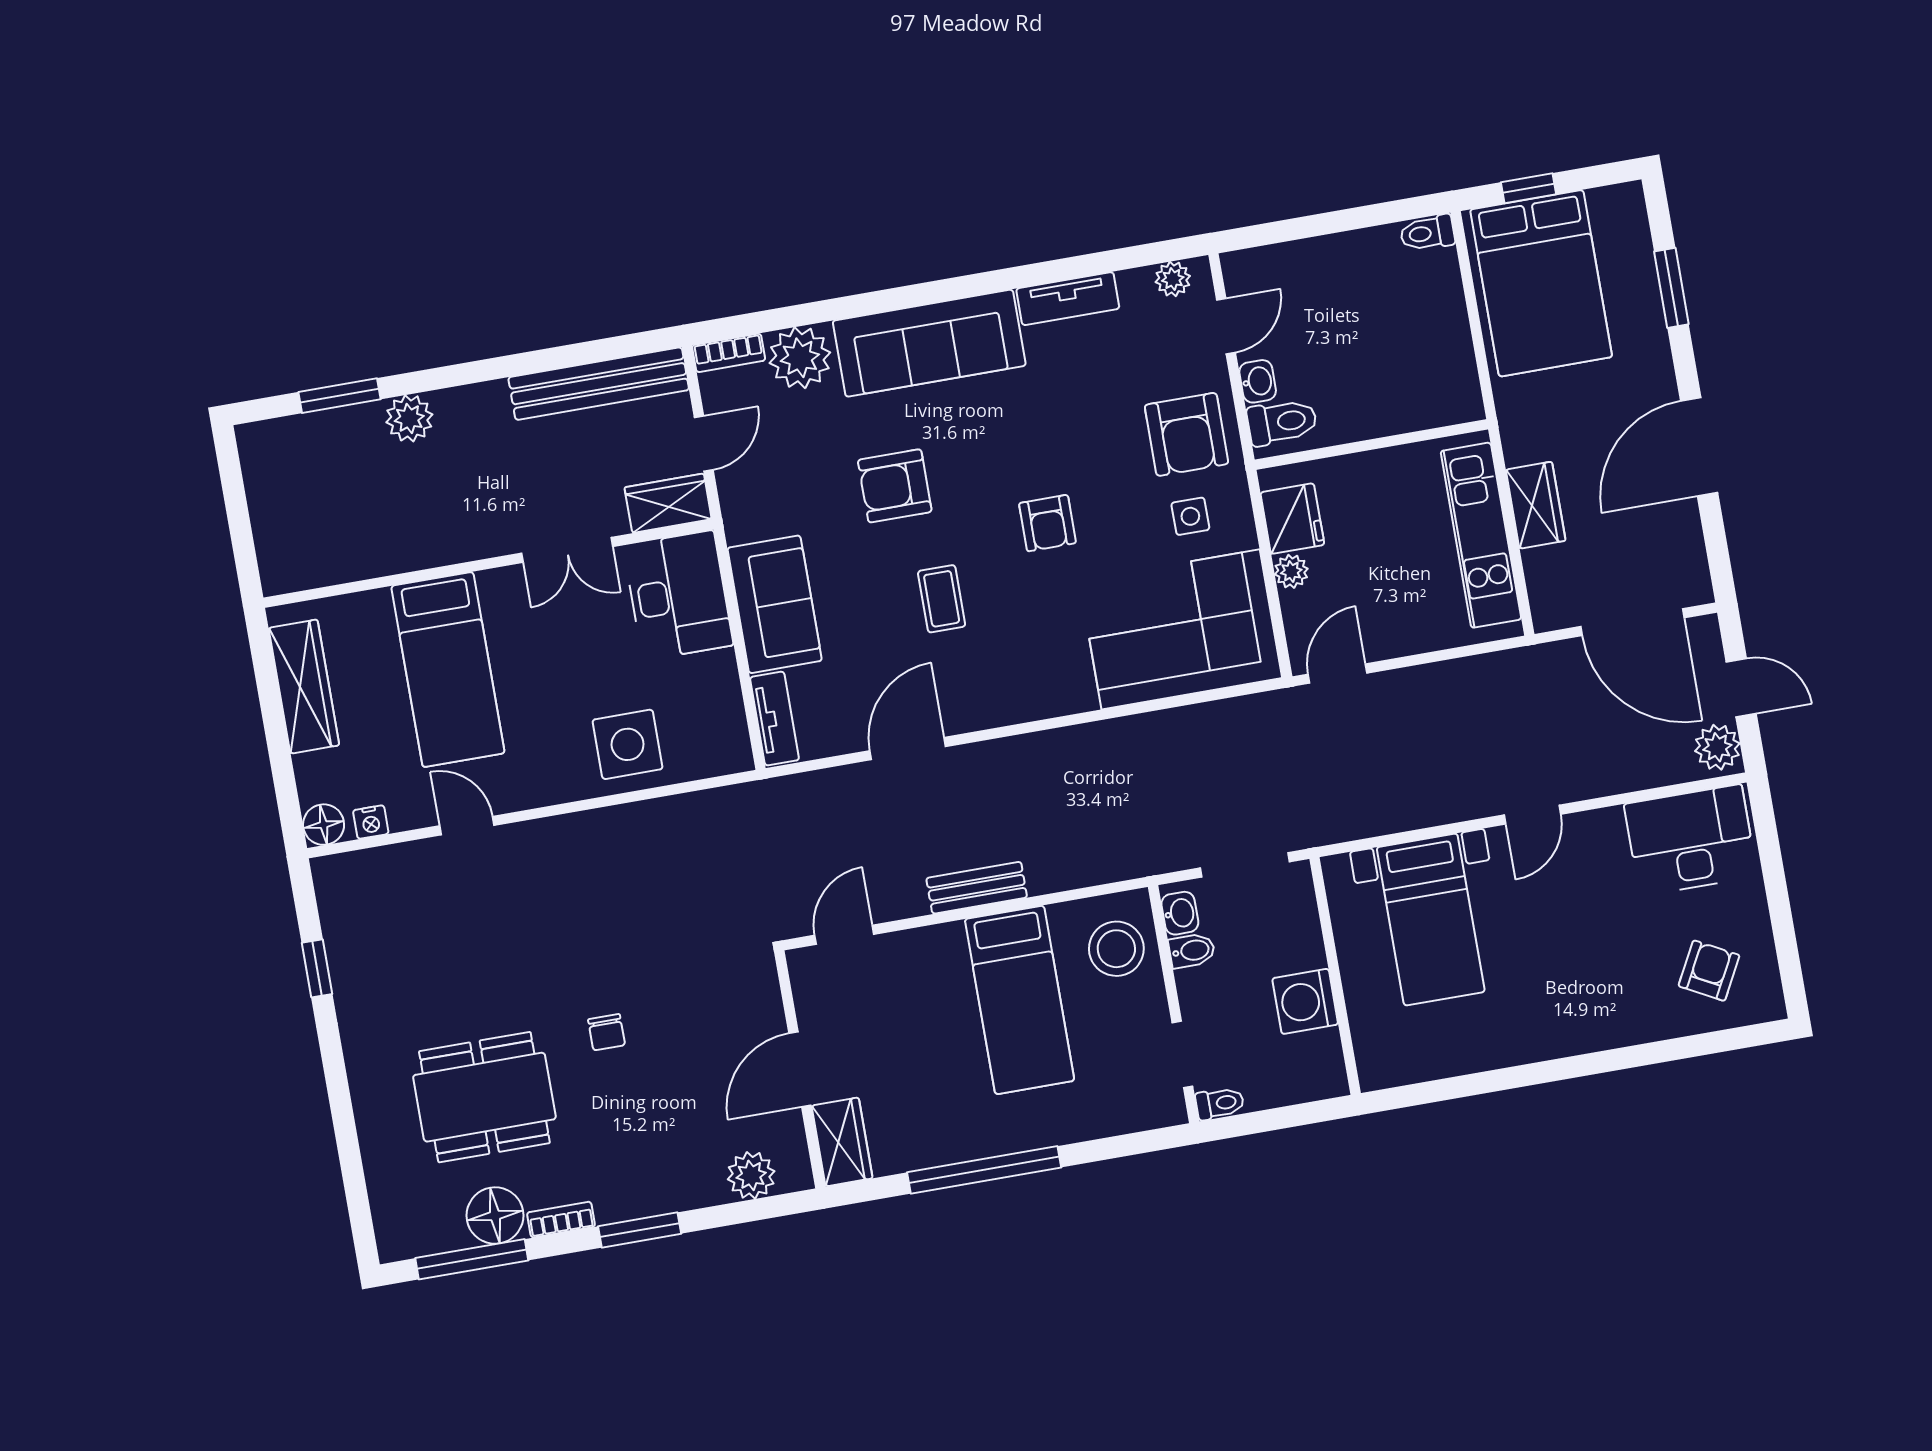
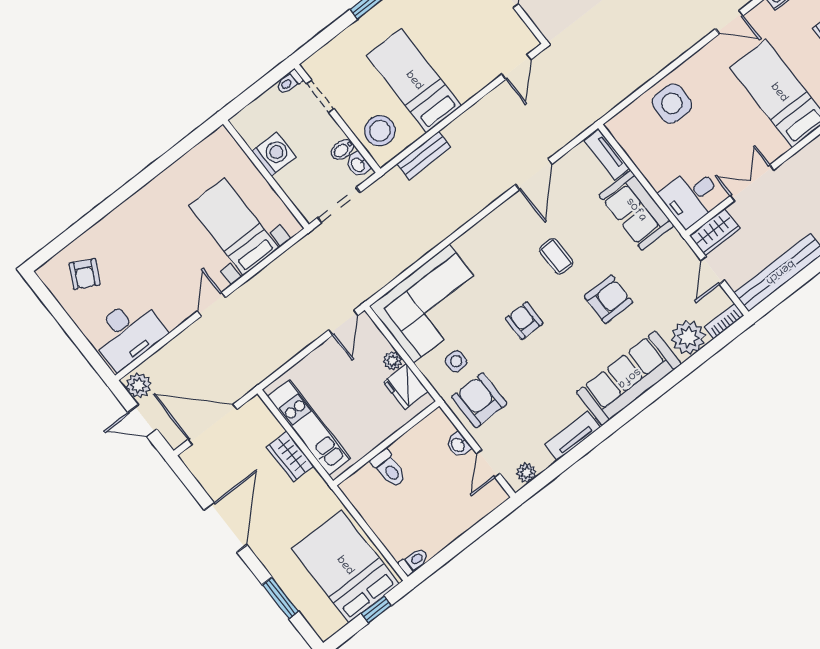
toilet: (1282, 422) -> (389, 469), moved, turned -90
desk: (678, 595) -> (691, 197), width x0.73
bench: (977, 888) -> (424, 155), moved

